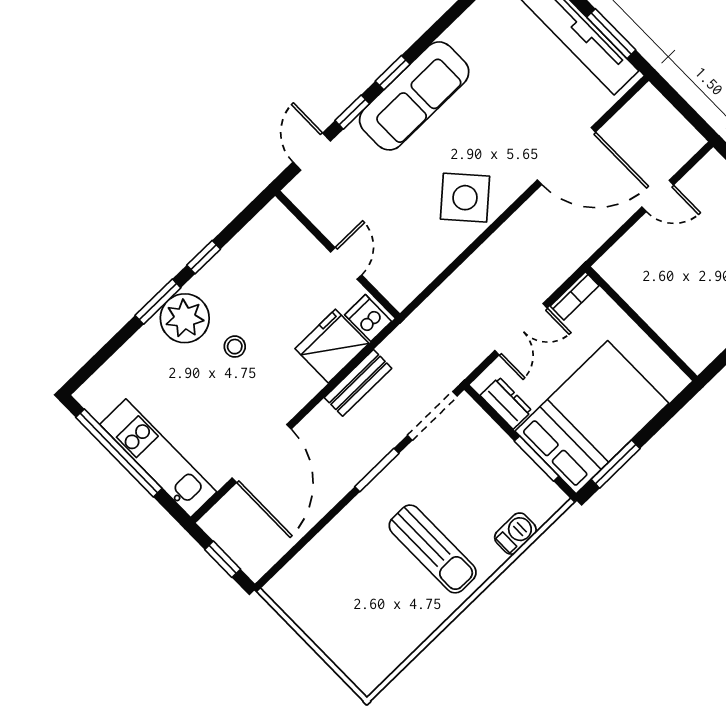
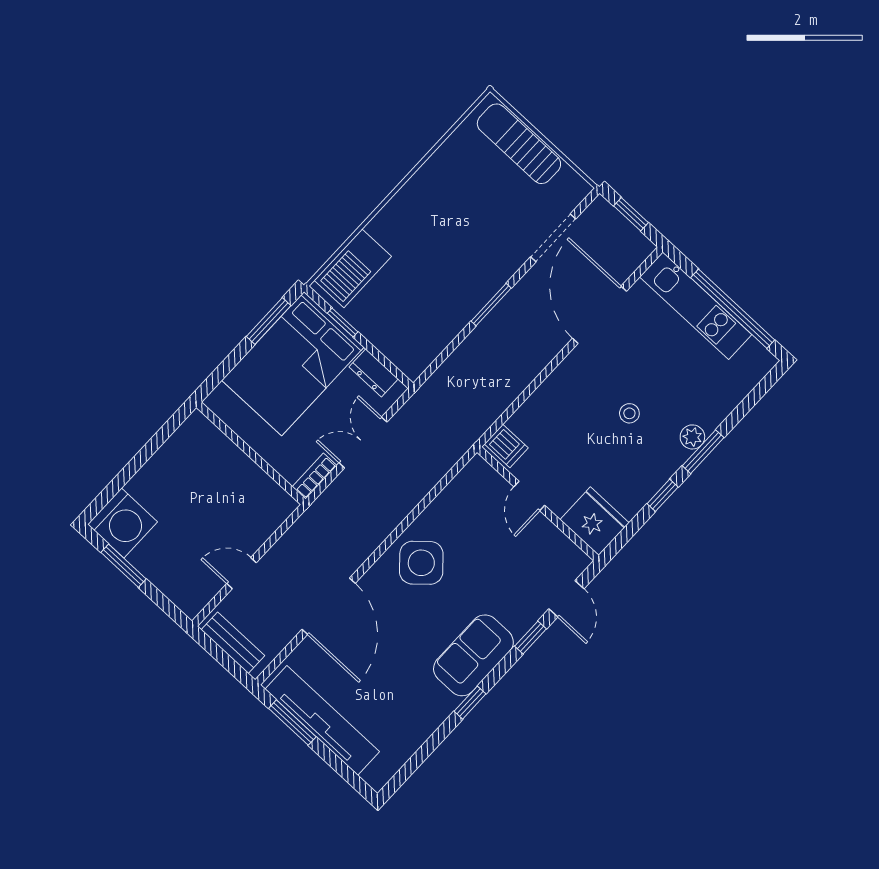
window: (393, 73) -> (470, 703), moved
sofa: (414, 96) -> (473, 655), width x0.73
door: (566, 156) -> (329, 606), swing flipped
plant: (185, 318) -> (692, 437), width x0.53, depth x0.53
fridge: (332, 346) -> (595, 521), moved, turned -90
bench: (358, 383) -> (233, 643), moved, turned 90
doorway: (432, 416) -> (553, 238), moved
window: (537, 459) -> (343, 322), width x0.67
barbecue: (515, 534) -> (353, 268), width x1.88, depth x1.53
sun lounger: (433, 549) -> (519, 144), moved

